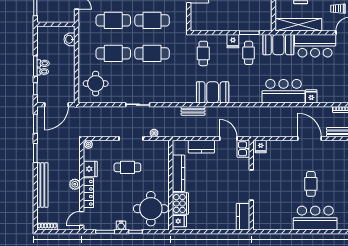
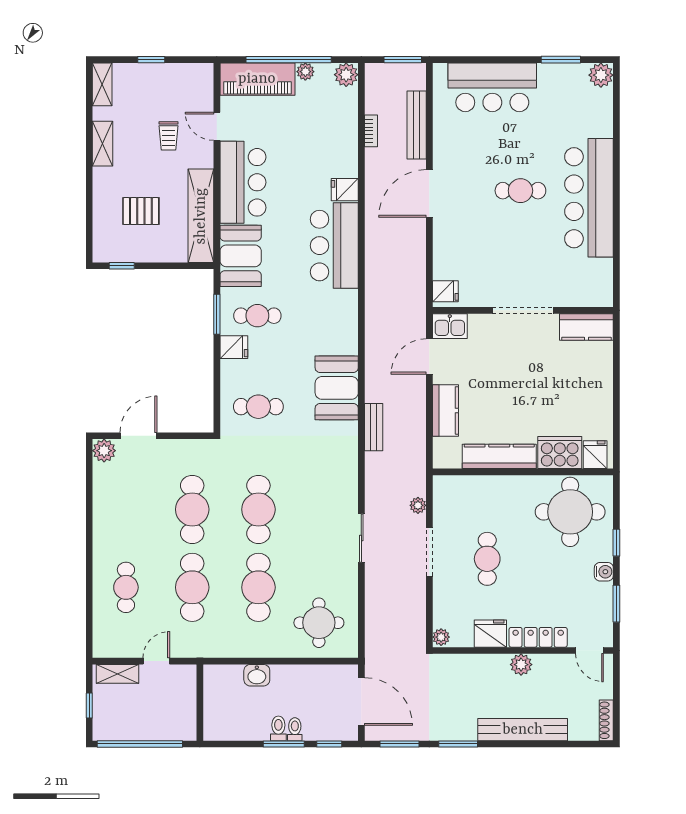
washbasin: (70, 39) -> (257, 675), moved
bar counter: (315, 218) -> (589, 198), width x1.36

